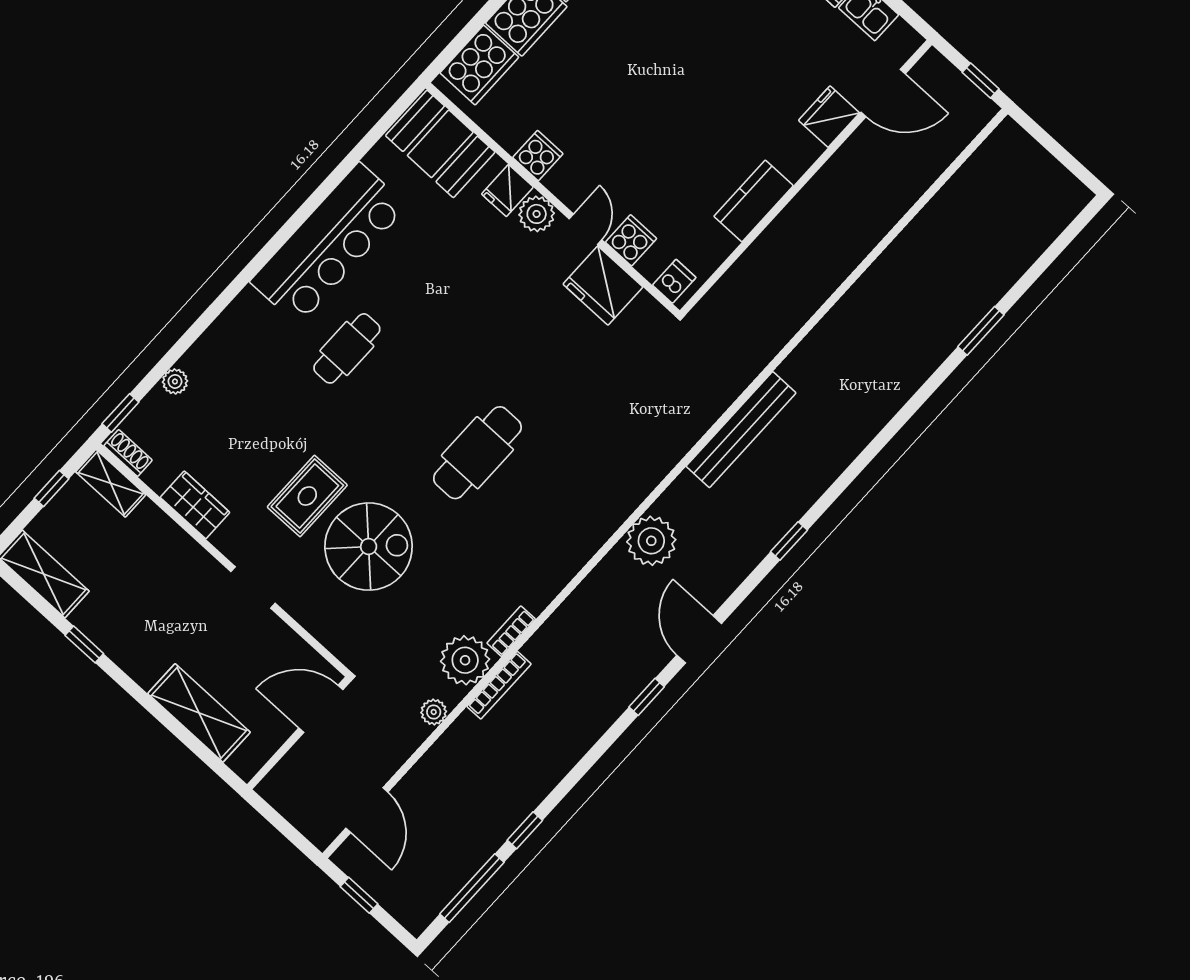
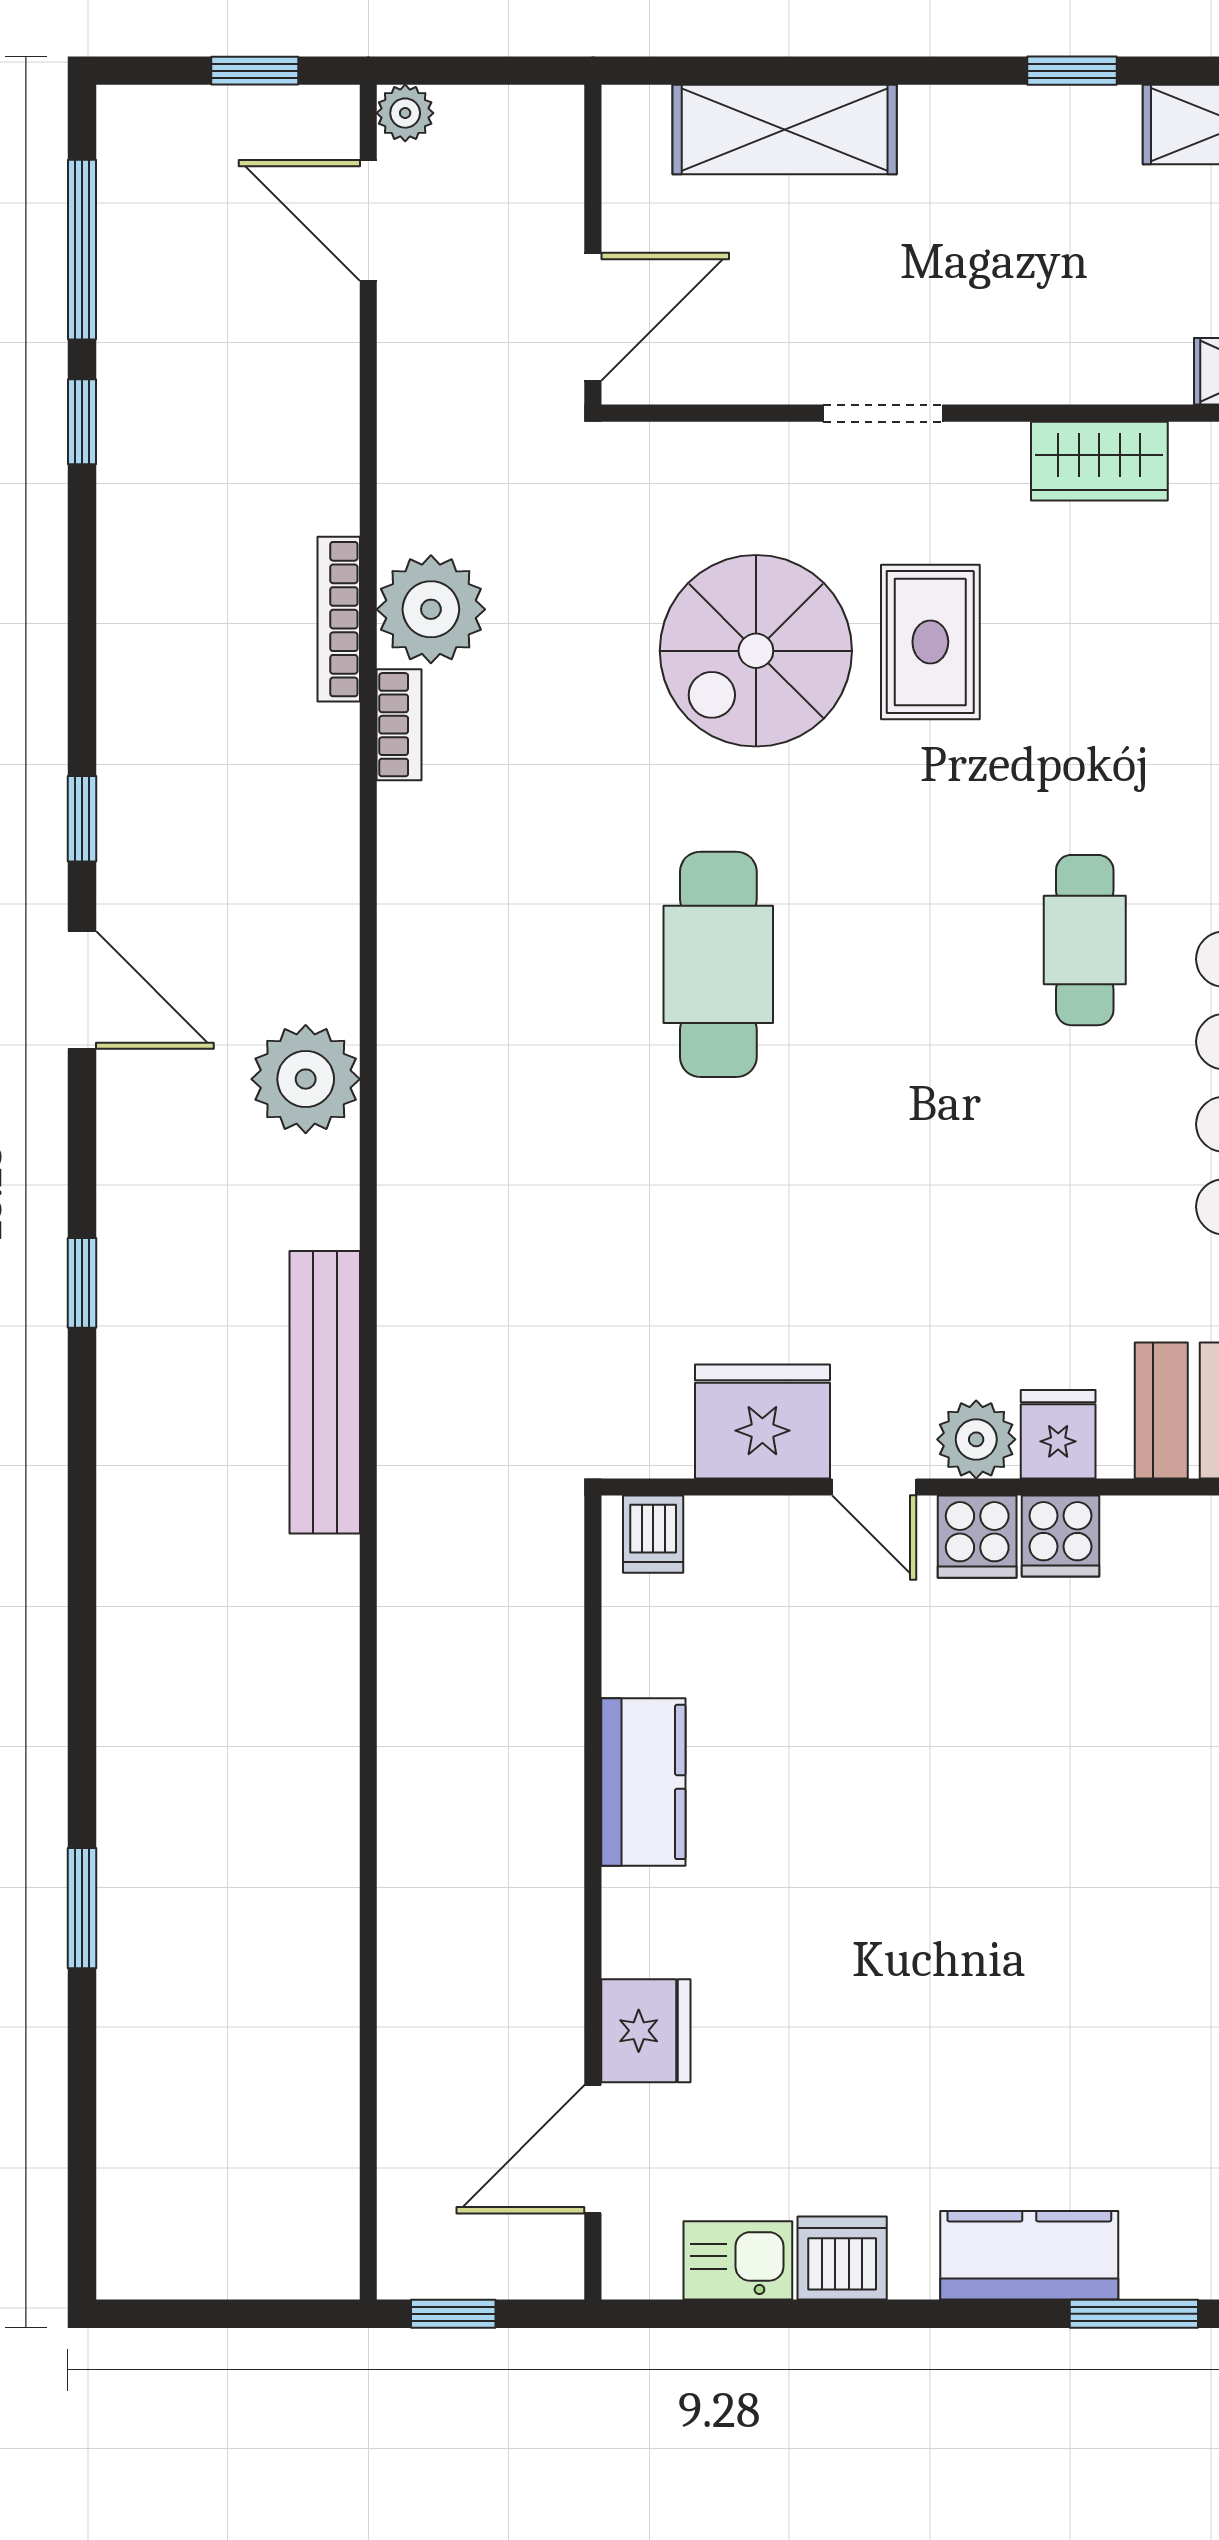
cooker: (631, 240) -> (977, 1537), moved
plant: (434, 712) -> (405, 113), moved

